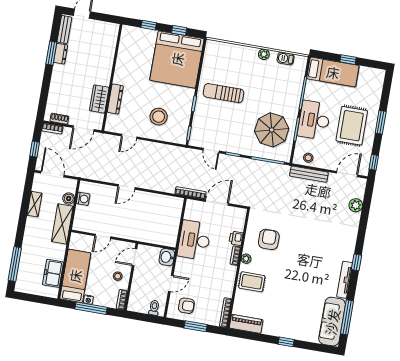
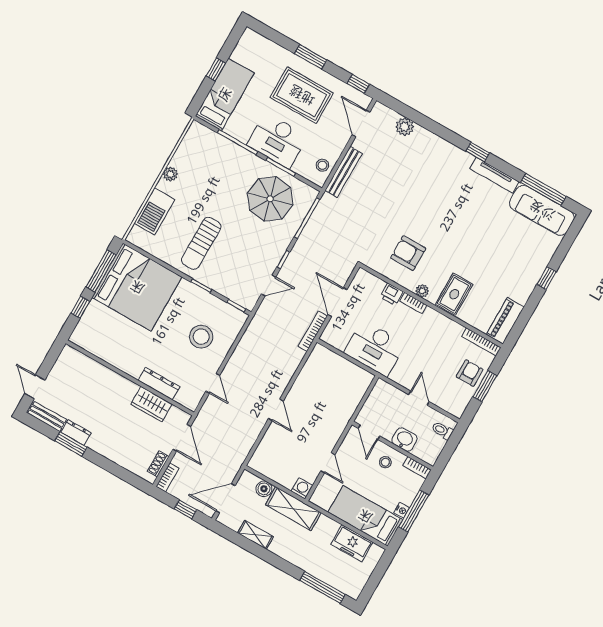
window: (179, 30) -> (101, 271), width x2.17
barbecue: (286, 58) -> (154, 211), moved, width x1.88, depth x1.53
washing machine: (83, 199) -> (302, 488), moved
washbasin: (167, 257) -> (404, 440), moved, turned 180
armchair: (186, 306) -> (470, 373), moved

